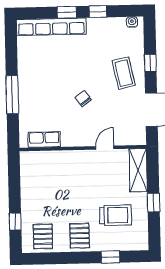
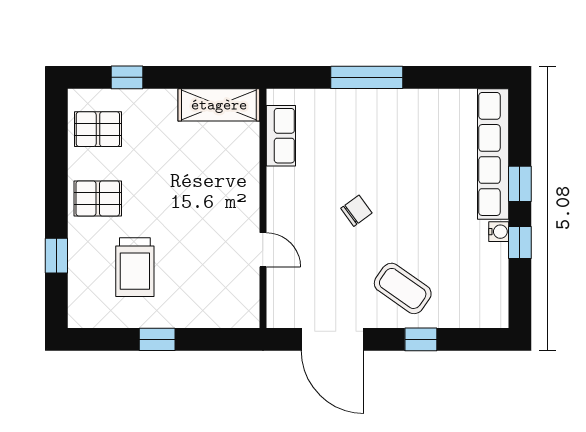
water cooler: (132, 22) -> (499, 232), moved
coffee table: (124, 73) -> (403, 288), turned 47
shelving: (138, 170) -> (219, 105), moved

